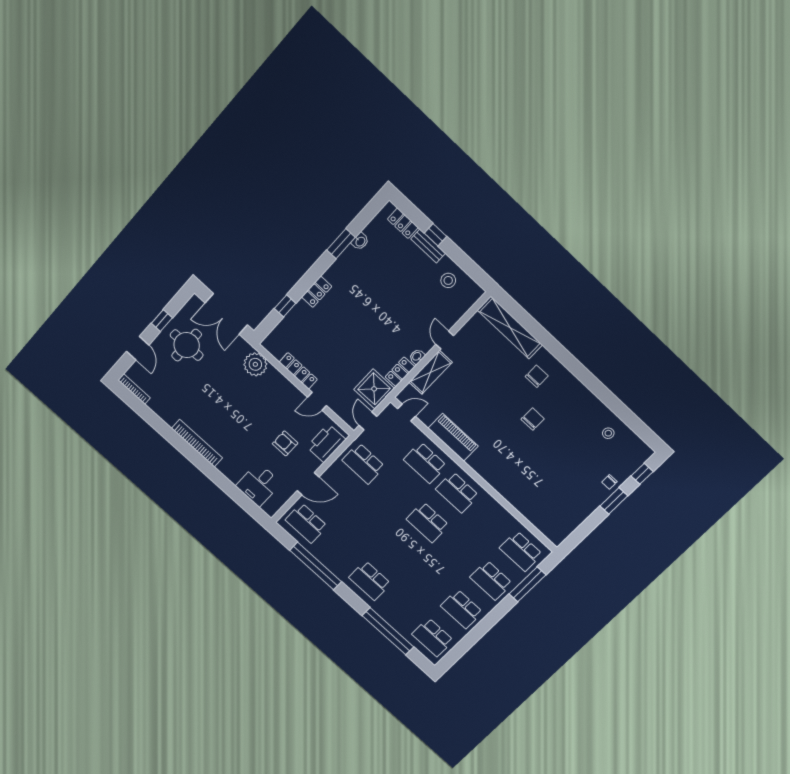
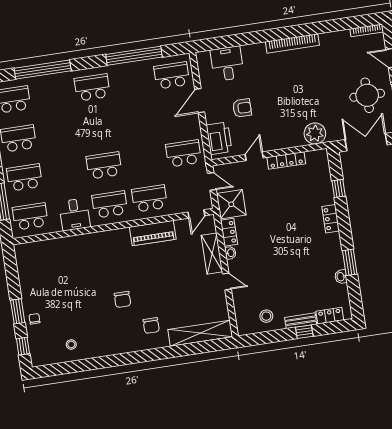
desk: (490, 516) -> (75, 214), added

